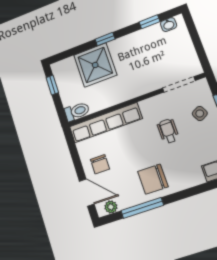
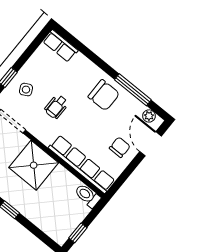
shower: (95, 65) -> (34, 165), moved

